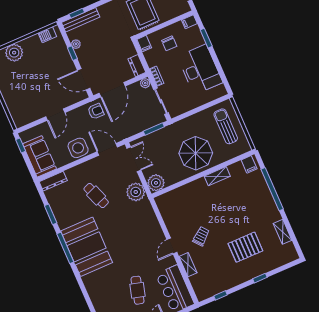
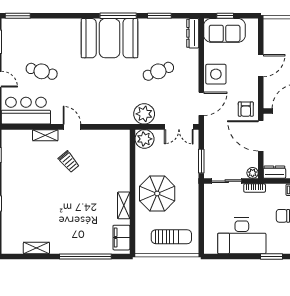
door: (55, 115) -> (261, 66), swing flipped
window: (21, 145) -> (225, 16), moved
filing cabinet: (249, 164) -> (121, 238), width x2.00
pallet: (245, 247) -> (37, 202), removed

